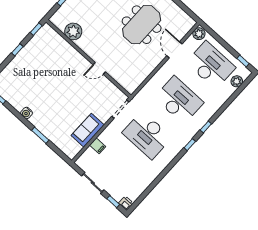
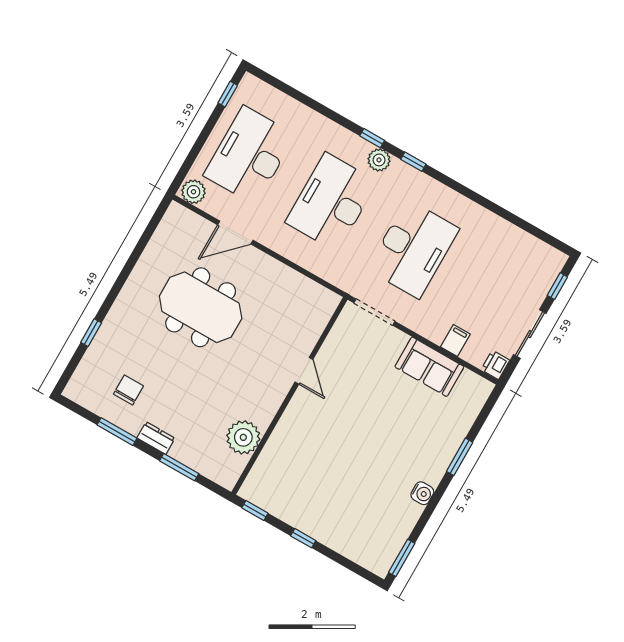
plant: (237, 81) -> (379, 160), moved
printer: (126, 203) -> (495, 365), moved

